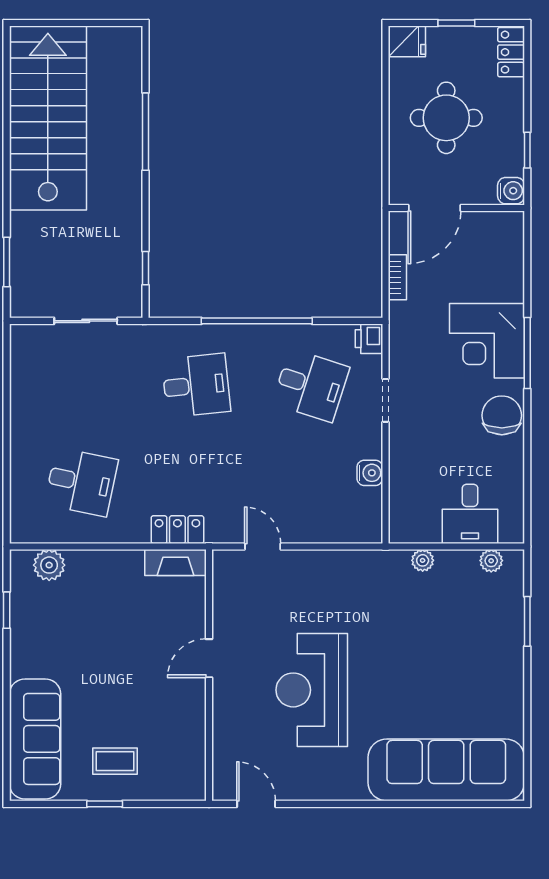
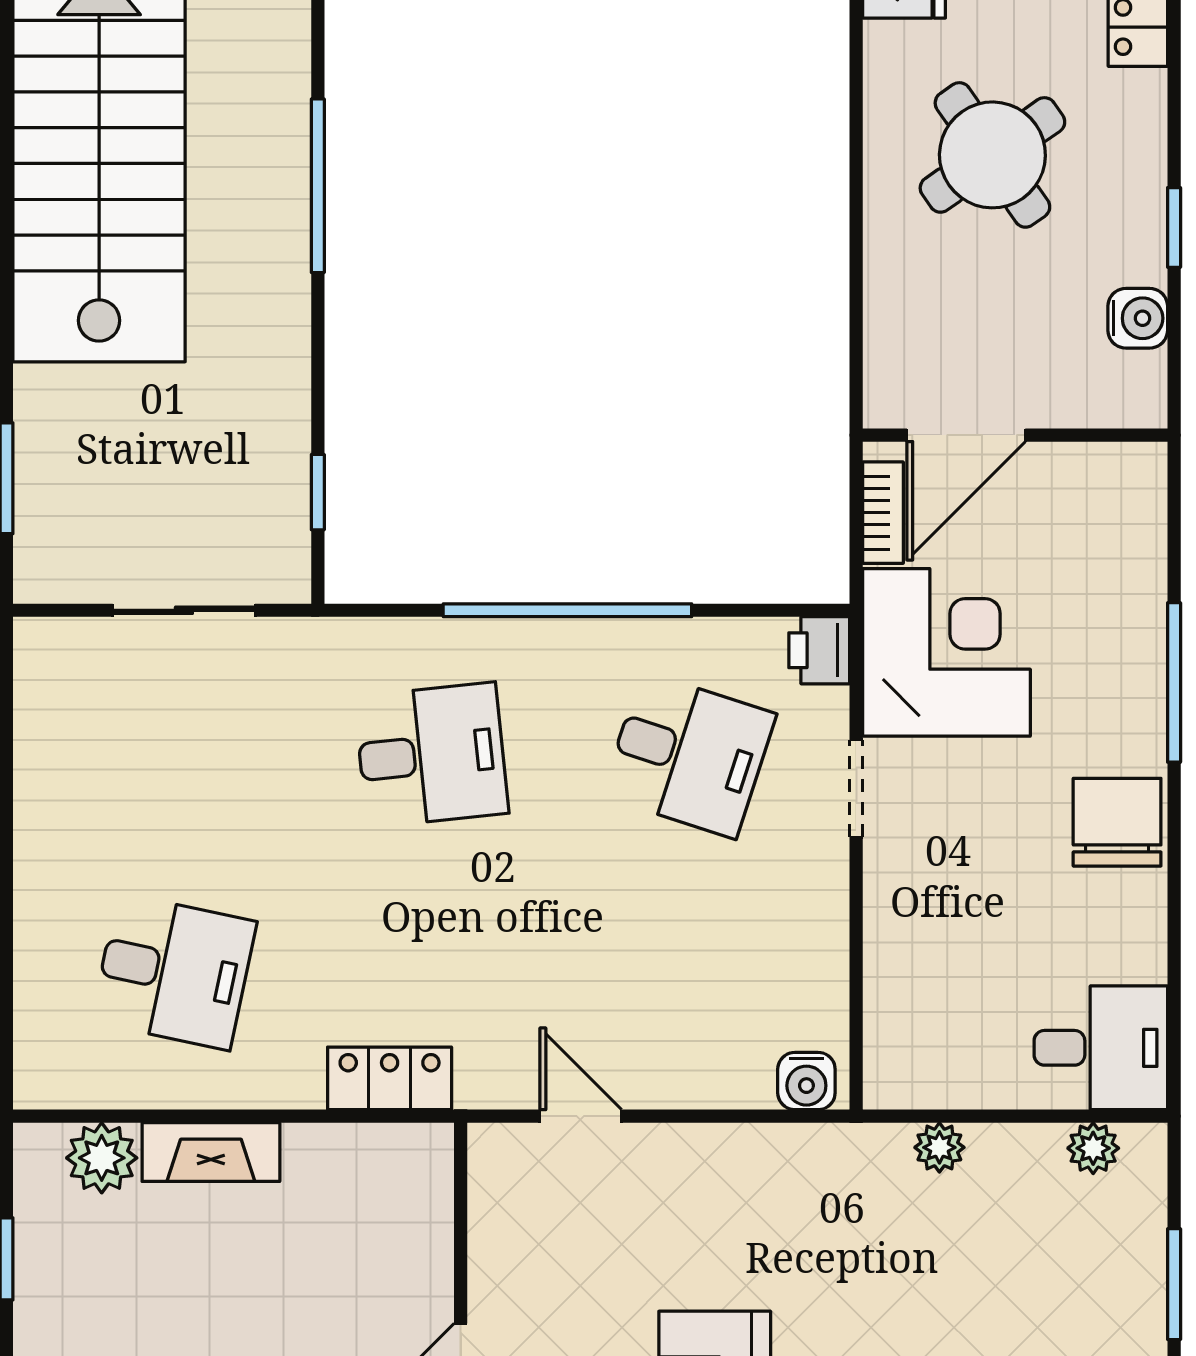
round table: (446, 118) -> (992, 155), turned -35
door: (434, 208) -> (966, 435), moved
wall: (456, 208) -> (1015, 435), moved
corner desk: (487, 341) -> (947, 652), moved, turned 180
water cooler: (370, 473) -> (806, 1081), moved, turned 90
desk: (470, 514) -> (1101, 1048), moved, turned -90
fireplace: (175, 562) -> (211, 1152), moved

